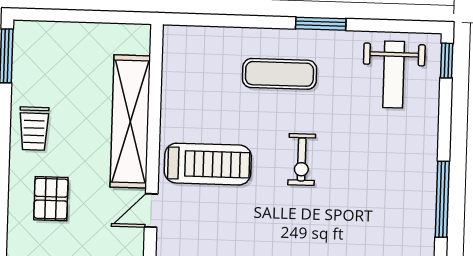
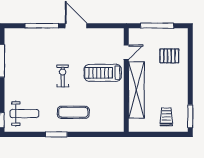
weight bench: (394, 74) -> (24, 114), turned 90
trolley: (34, 129) -> (166, 117), moved
pallet: (51, 199) -> (169, 56), turned 90

